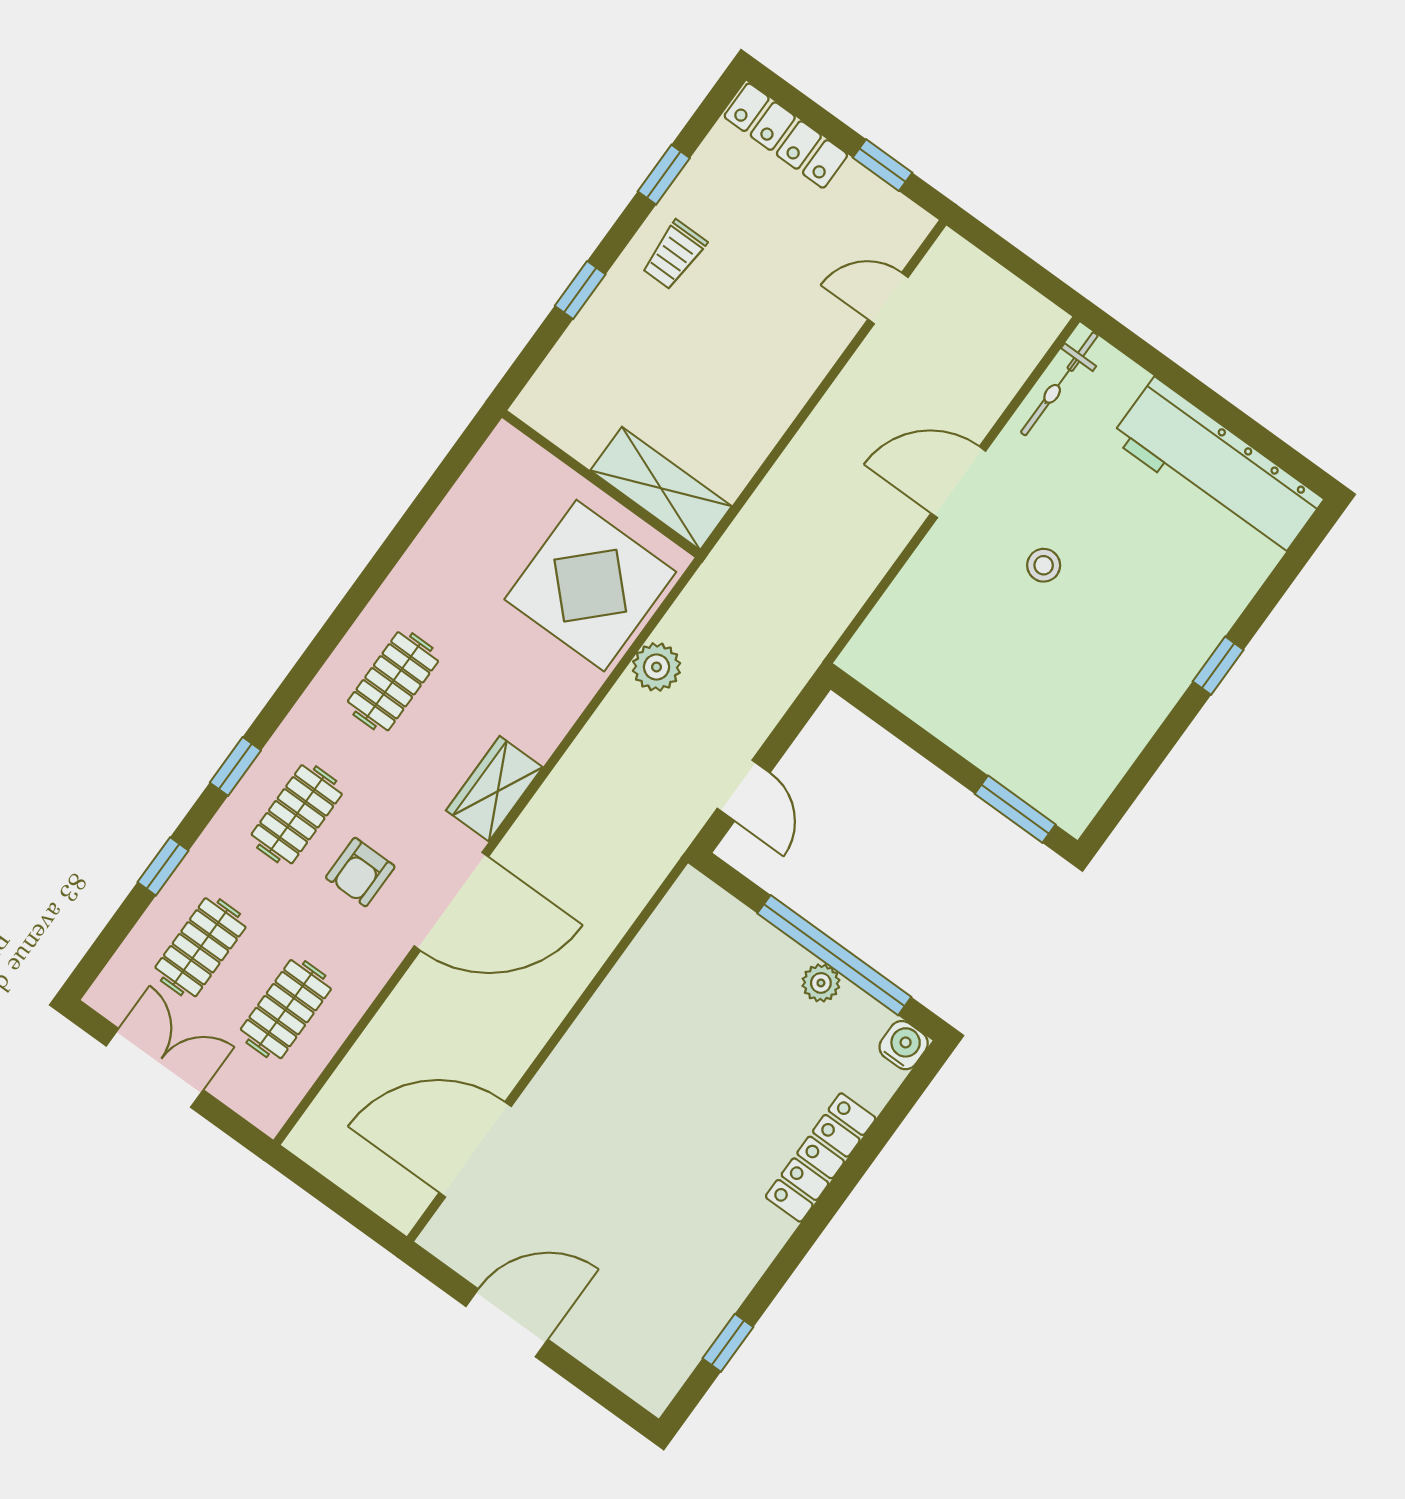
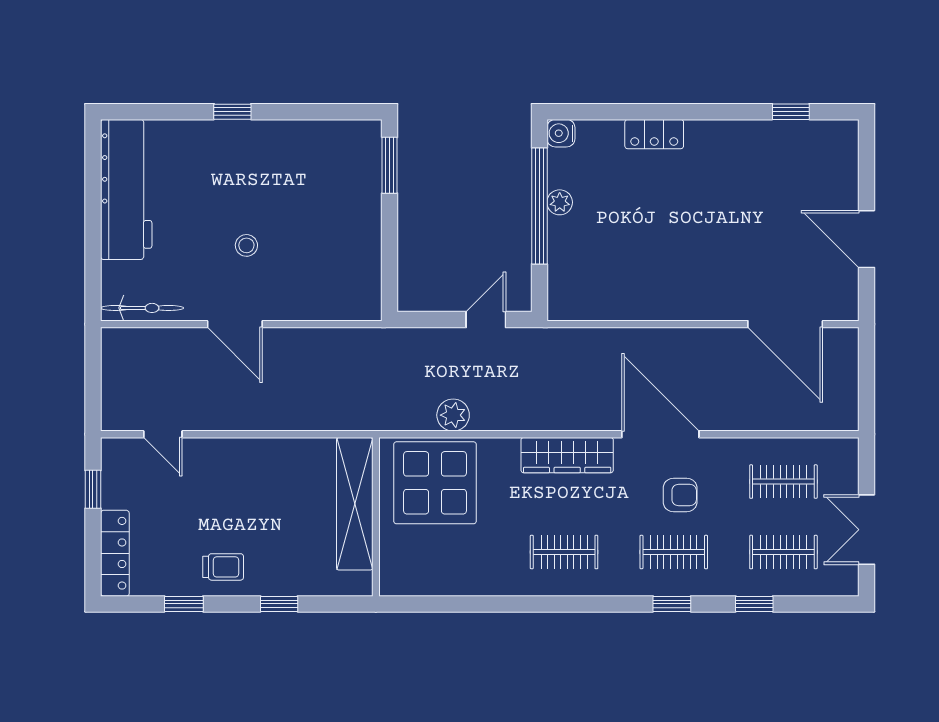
shelving: (661, 488) -> (355, 504), width x1.47
wardrobe: (494, 789) -> (567, 455), width x1.50
locker: (821, 1157) -> (654, 134), width x0.66

